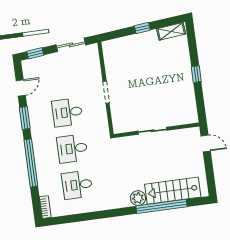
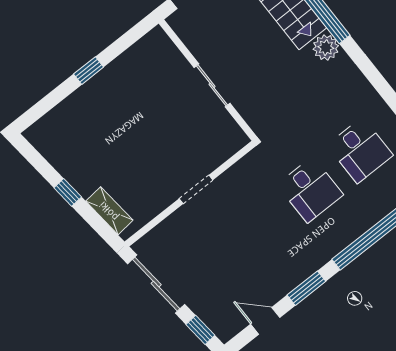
shelving: (171, 31) -> (109, 211), moved
sliding door: (71, 45) -> (156, 284), width x1.37
desk: (67, 112) -> (260, 229), removed

